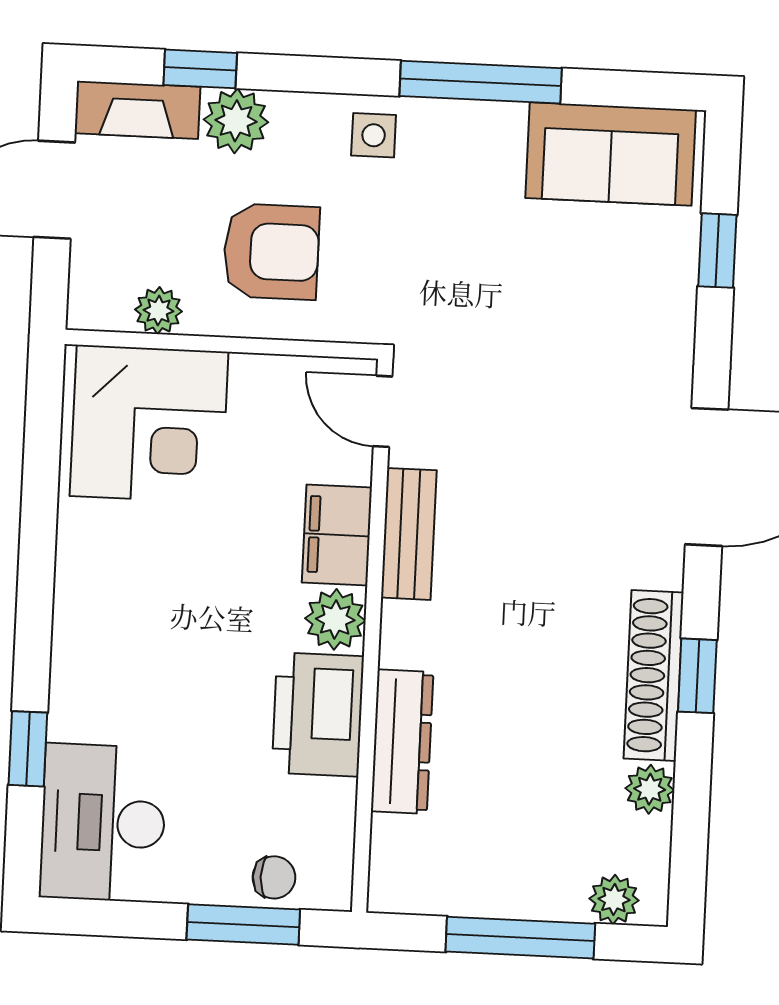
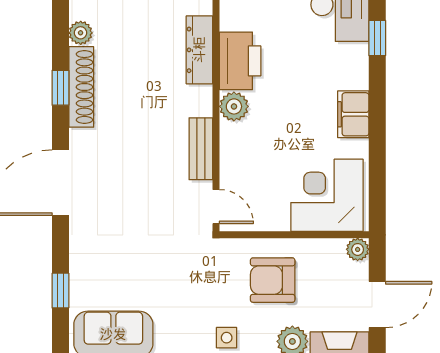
plant: (159, 311) -> (358, 249), moved
filing cabinet: (337, 535) -> (353, 114), moved, turned 180

